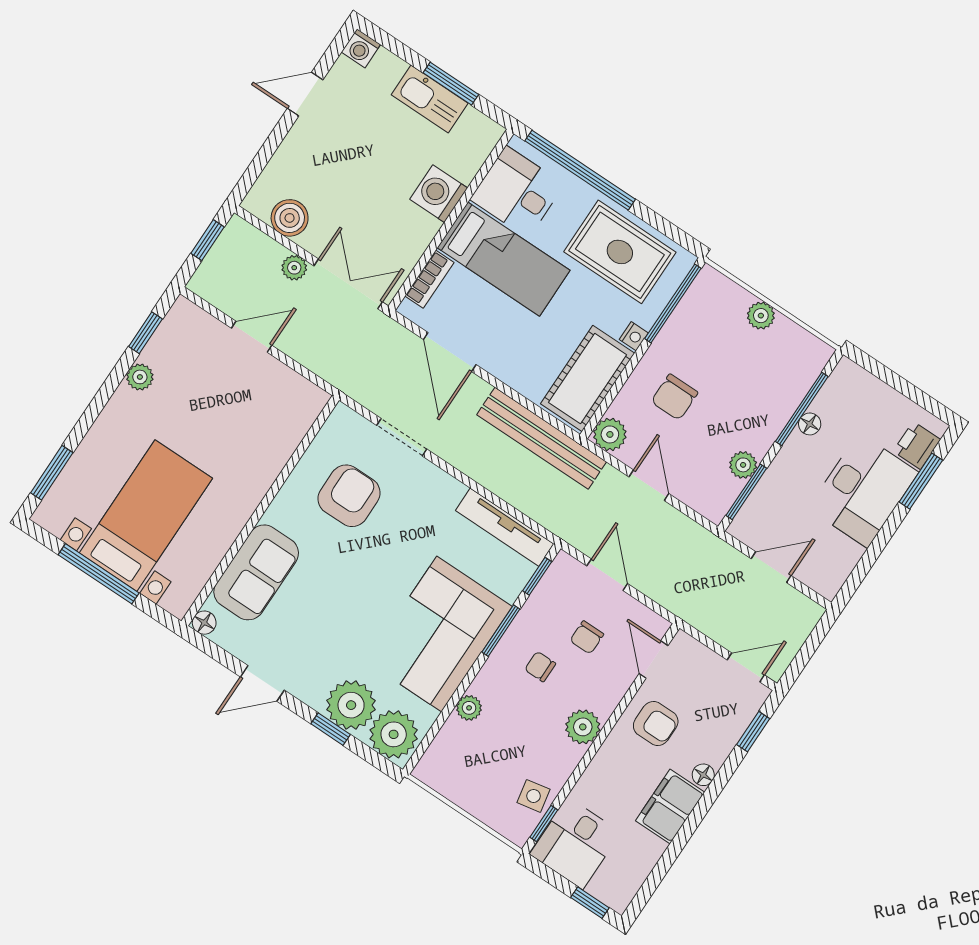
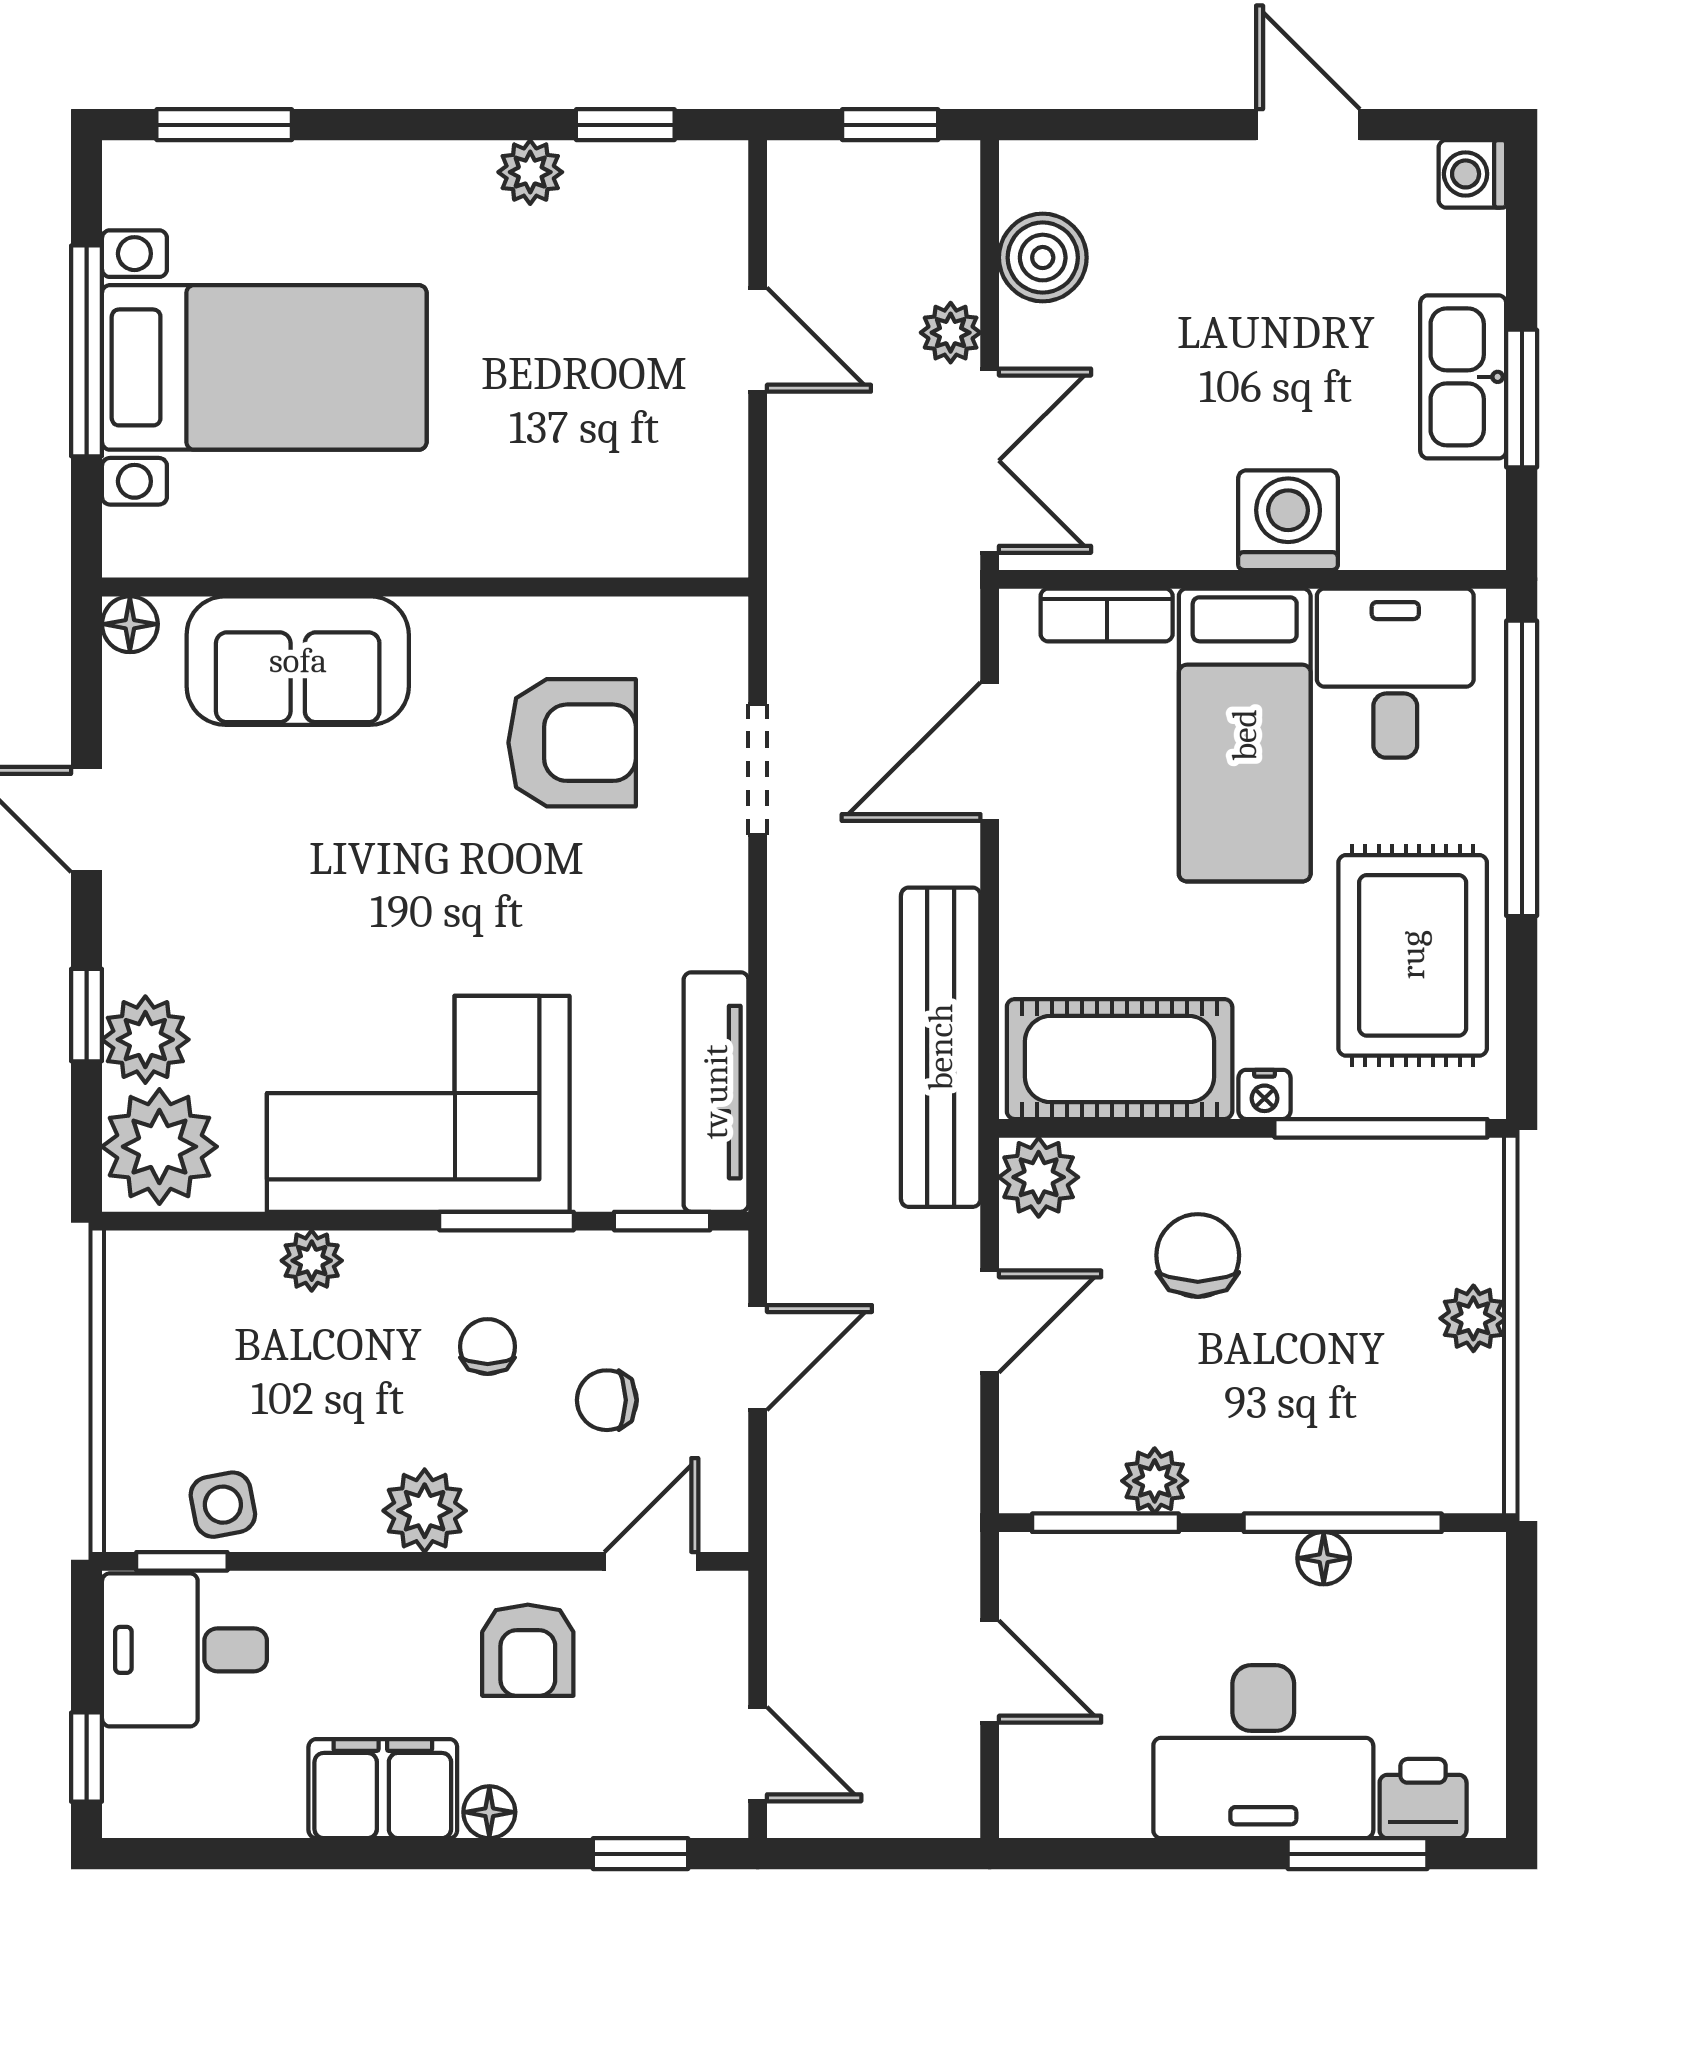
chair: (674, 397) -> (1198, 1255), turned 90
plant: (351, 705) -> (145, 1040), width x0.73, depth x0.73

